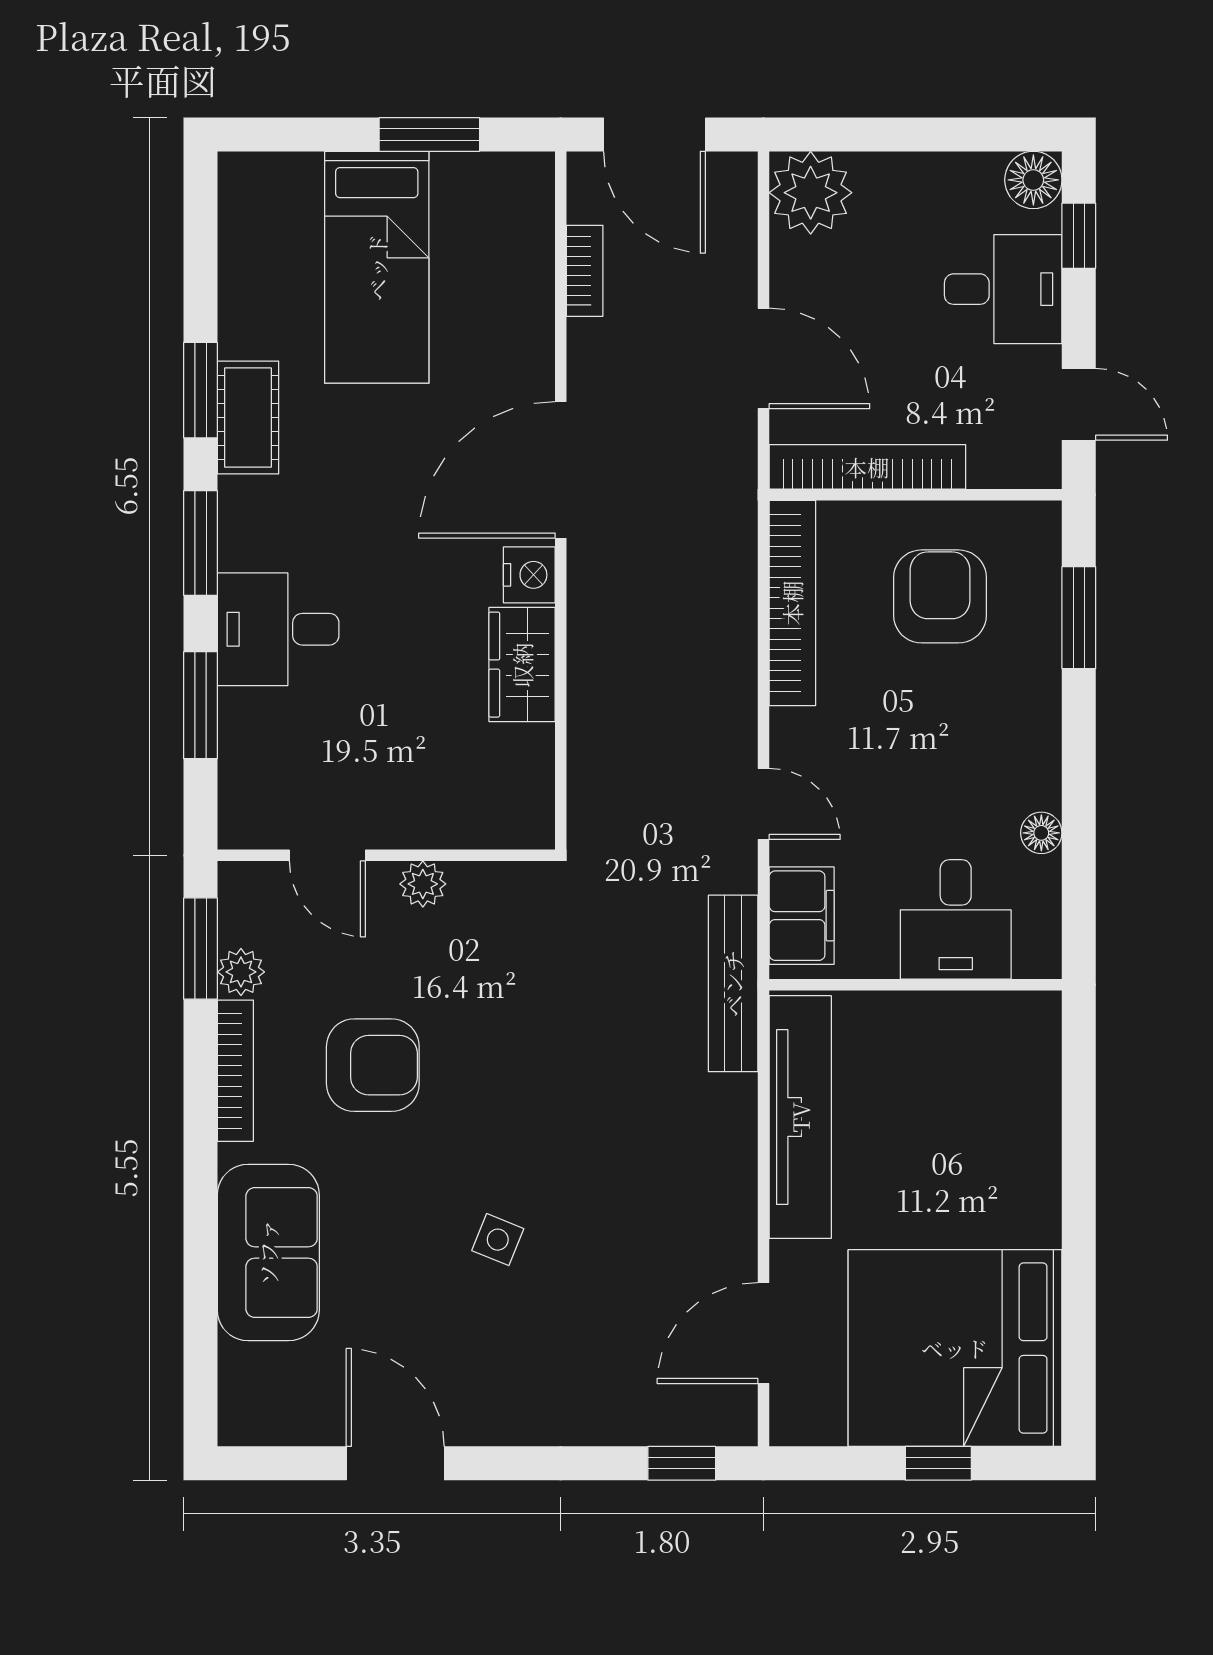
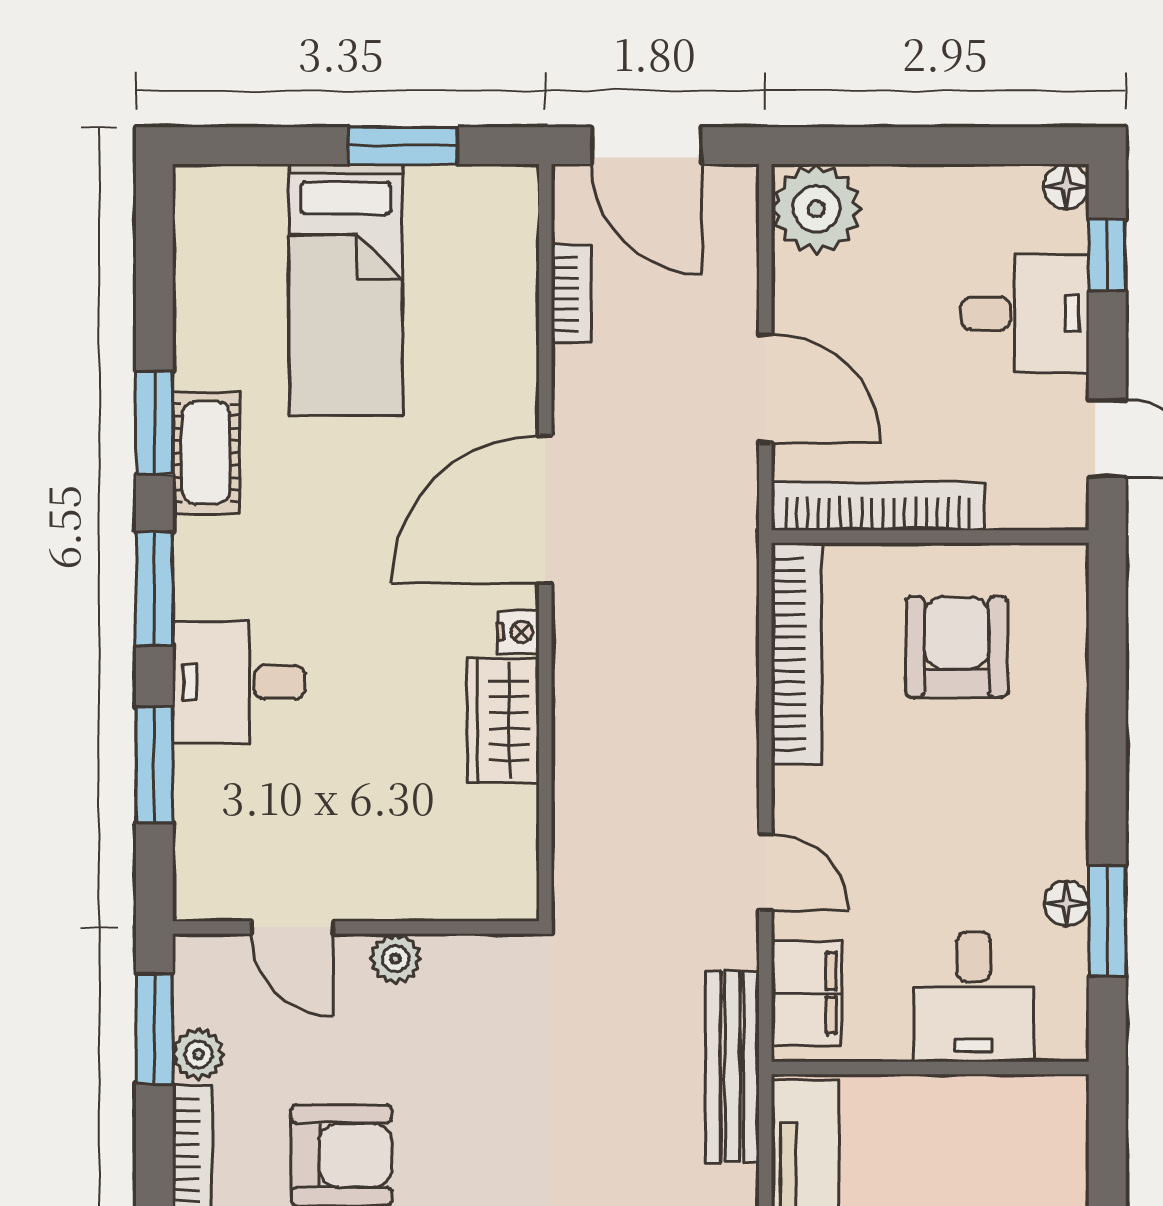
floor lamp: (1033, 180) -> (1066, 187), width x0.73, depth x0.73
nightstand: (529, 575) -> (518, 632), width x0.72, depth x0.74
window: (1079, 618) -> (1107, 921), moved

